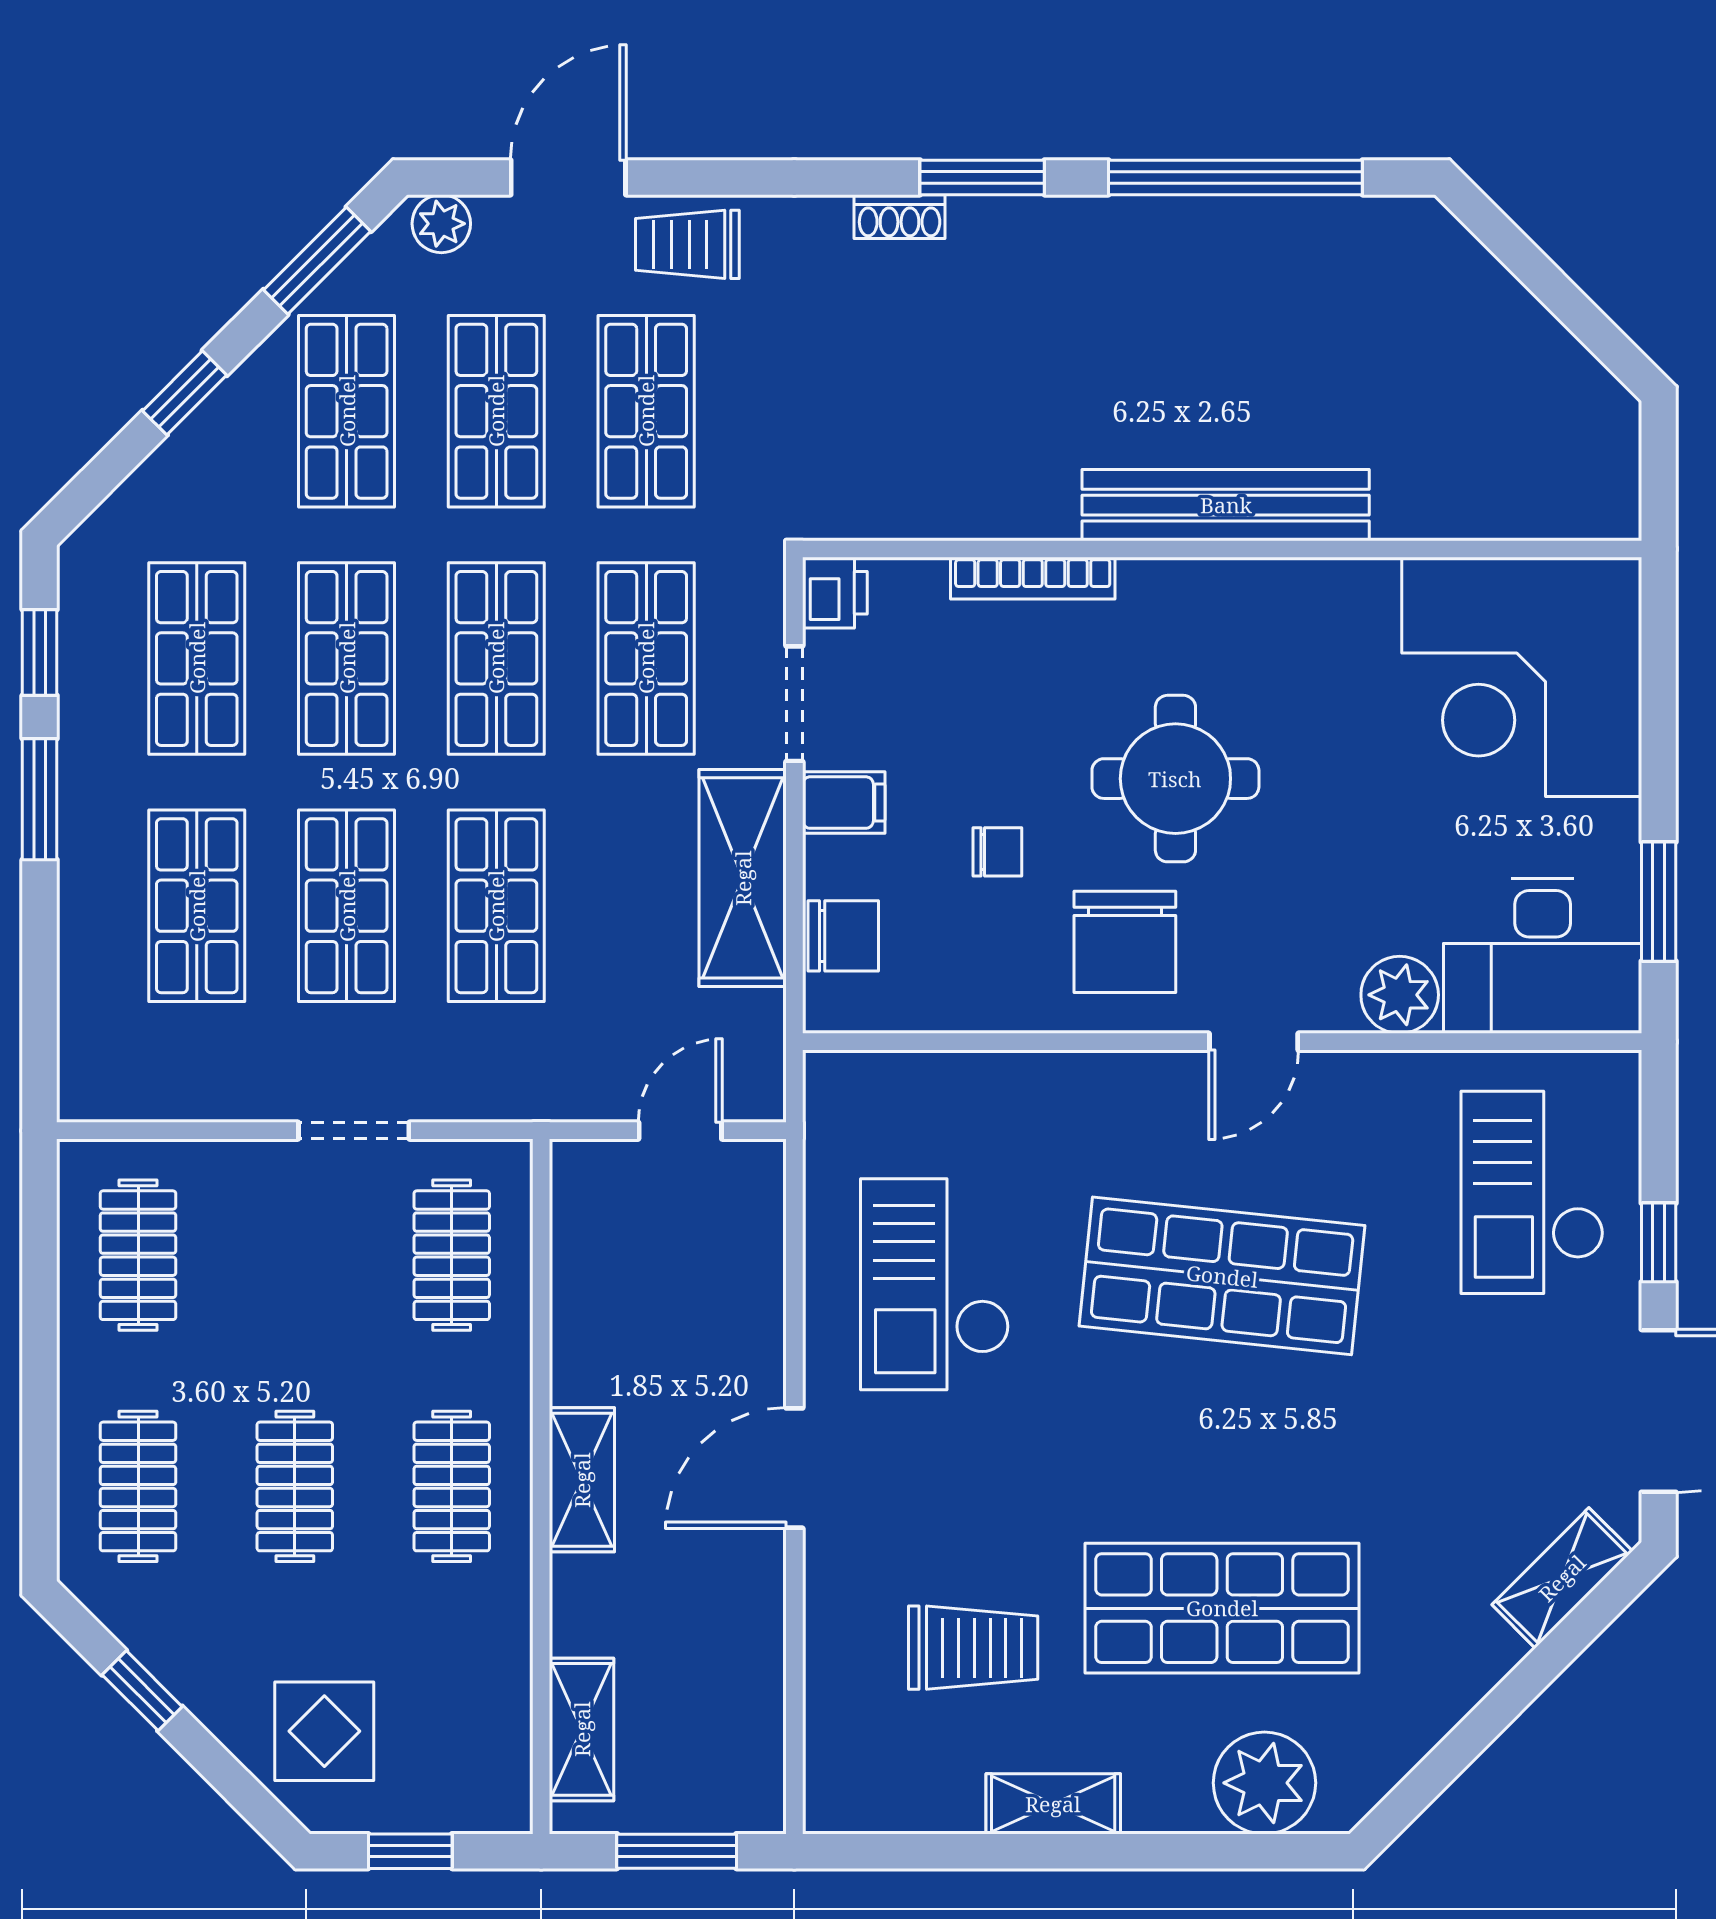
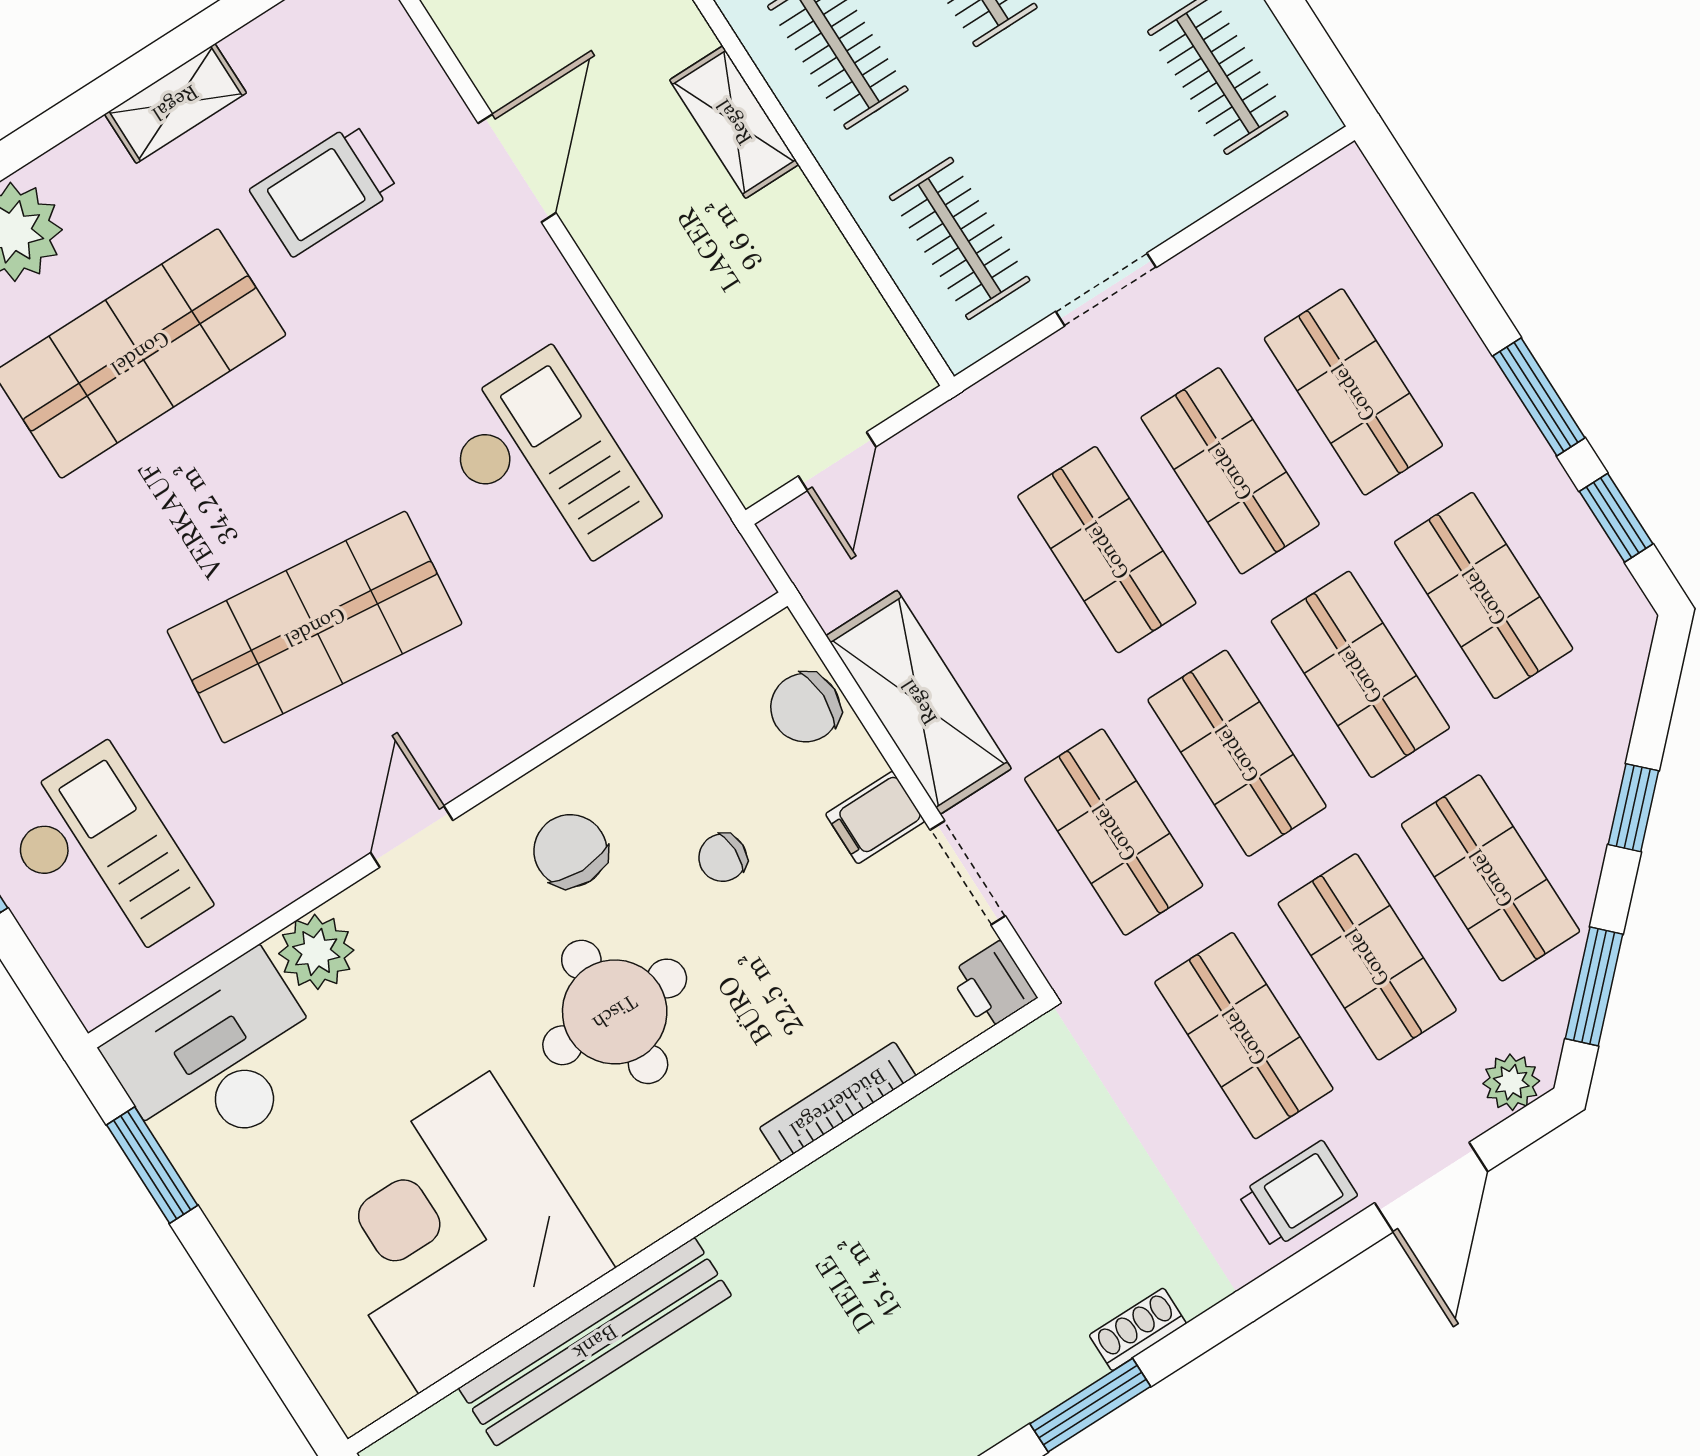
bench: (1226, 505) -> (595, 1342), moved
corner desk: (1522, 677) -> (454, 1232), moved, turned -90
chair: (1125, 942) -> (570, 851), width x0.73, depth x0.73
door: (794, 1468) -> (517, 168), moved

